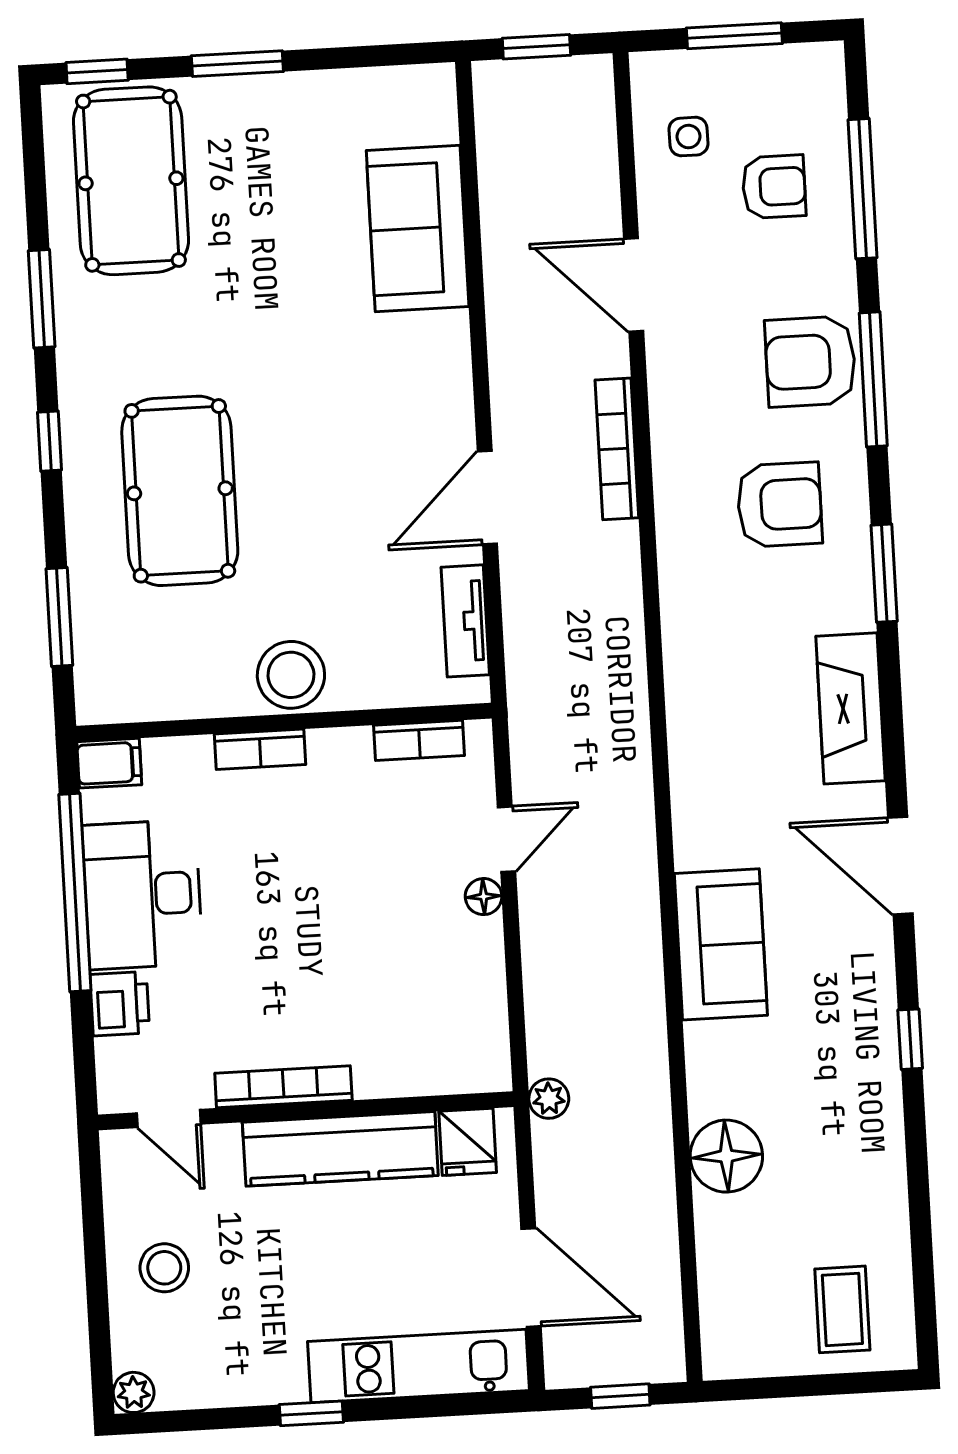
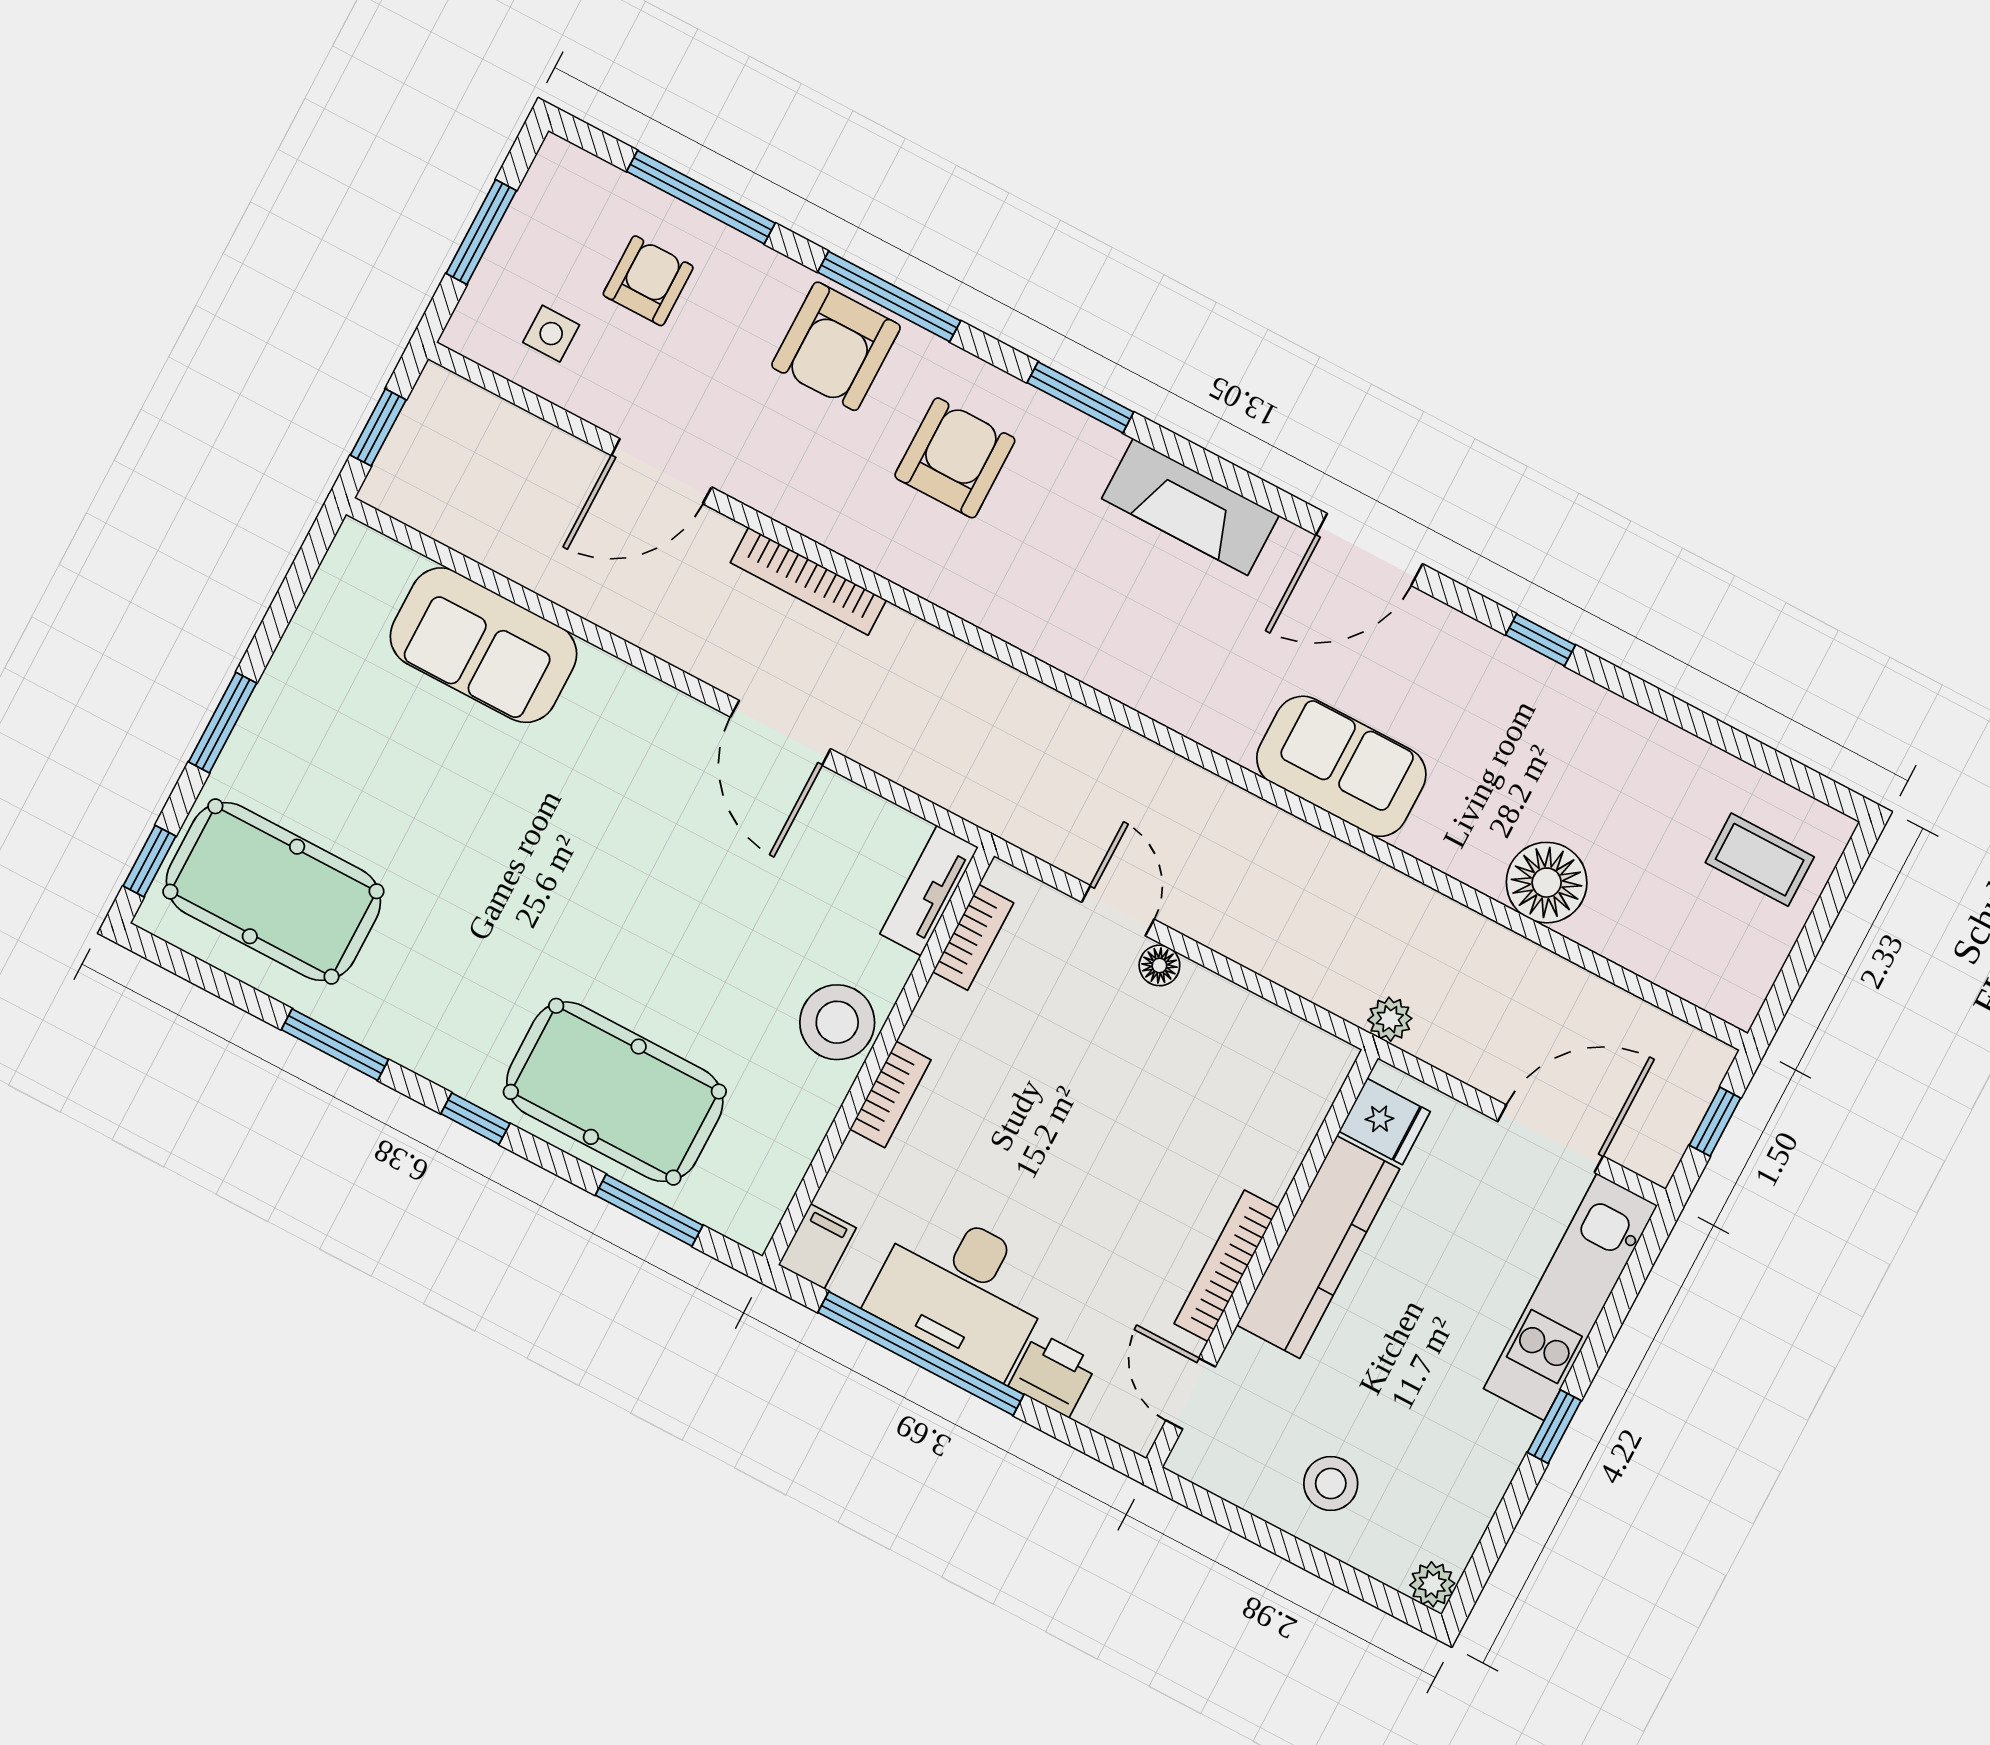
pool table: (180, 491) -> (615, 1092), moved
tv unit: (465, 621) -> (929, 891), moved, turned 90
door: (169, 1118) -> (1191, 1394), swing flipped

